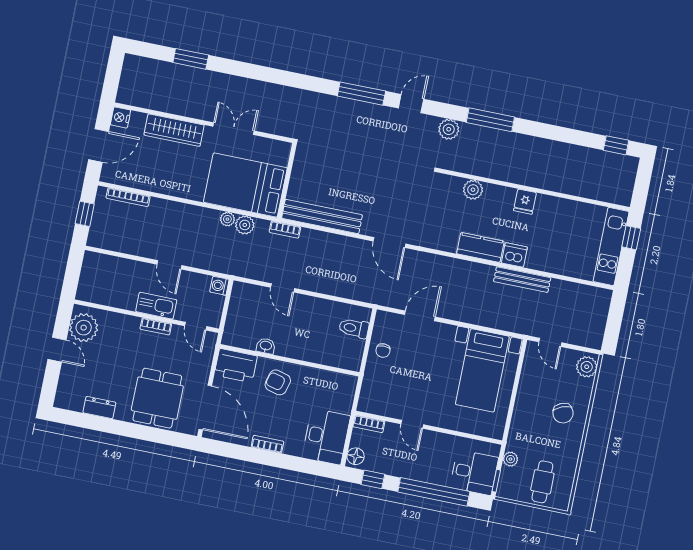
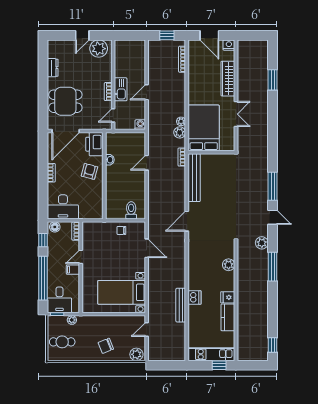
kitchen counter: (480, 247) -> (228, 317), moved, turned 180
filing cabinet: (430, 441) -> (73, 270), added

